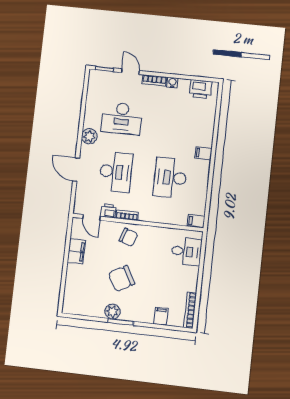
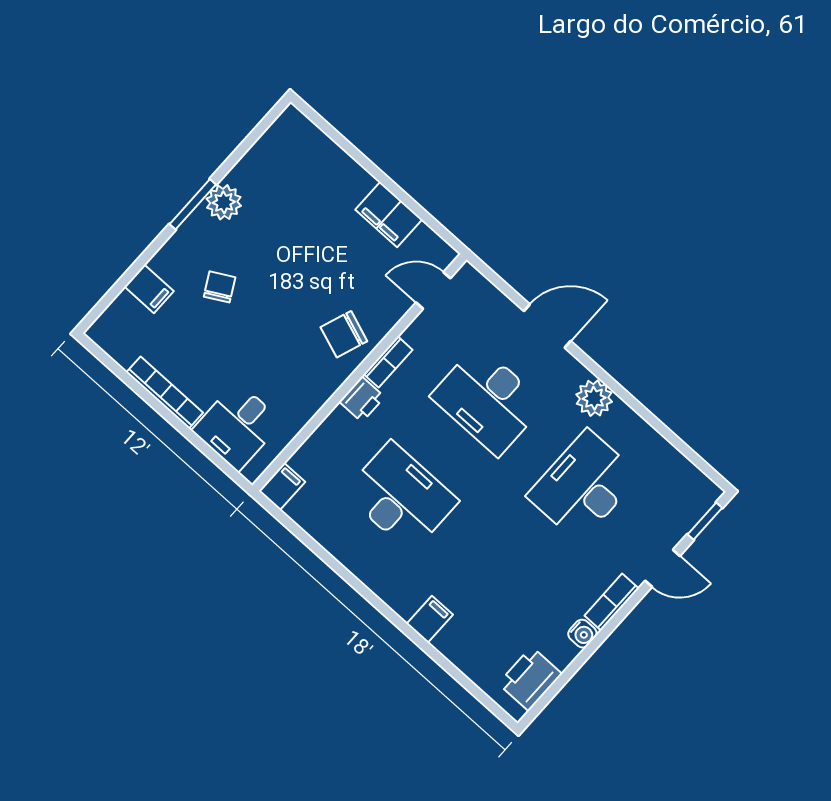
filing cabinet: (203, 153) -> (430, 619), moved
printer: (108, 211) -> (362, 399), moved
chair: (122, 279) -> (220, 287), moved, width x0.54, depth x0.54
bookcase: (190, 310) -> (165, 393), moved

